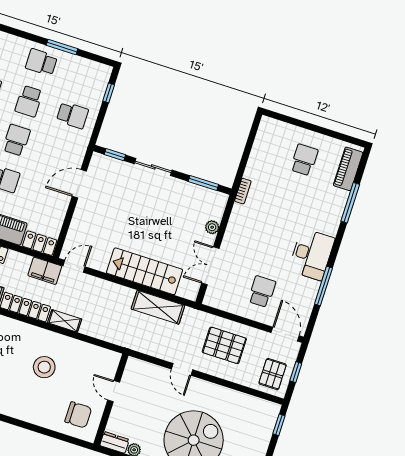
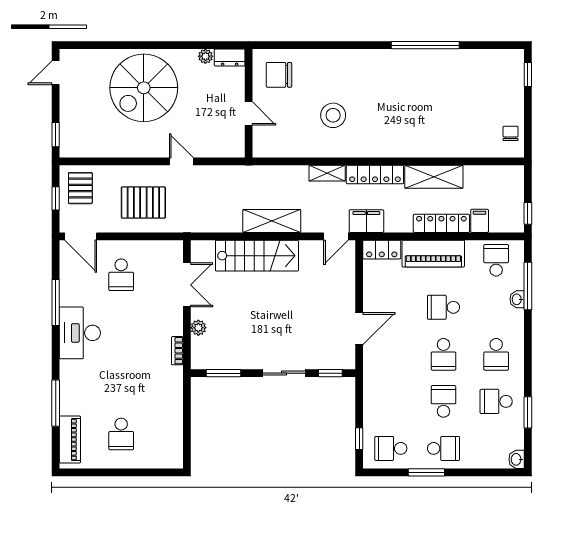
school desk: (72, 115) -> (391, 448), moved
bookcase: (243, 191) -> (177, 351), moved
shelving: (158, 307) -> (272, 221), moved

